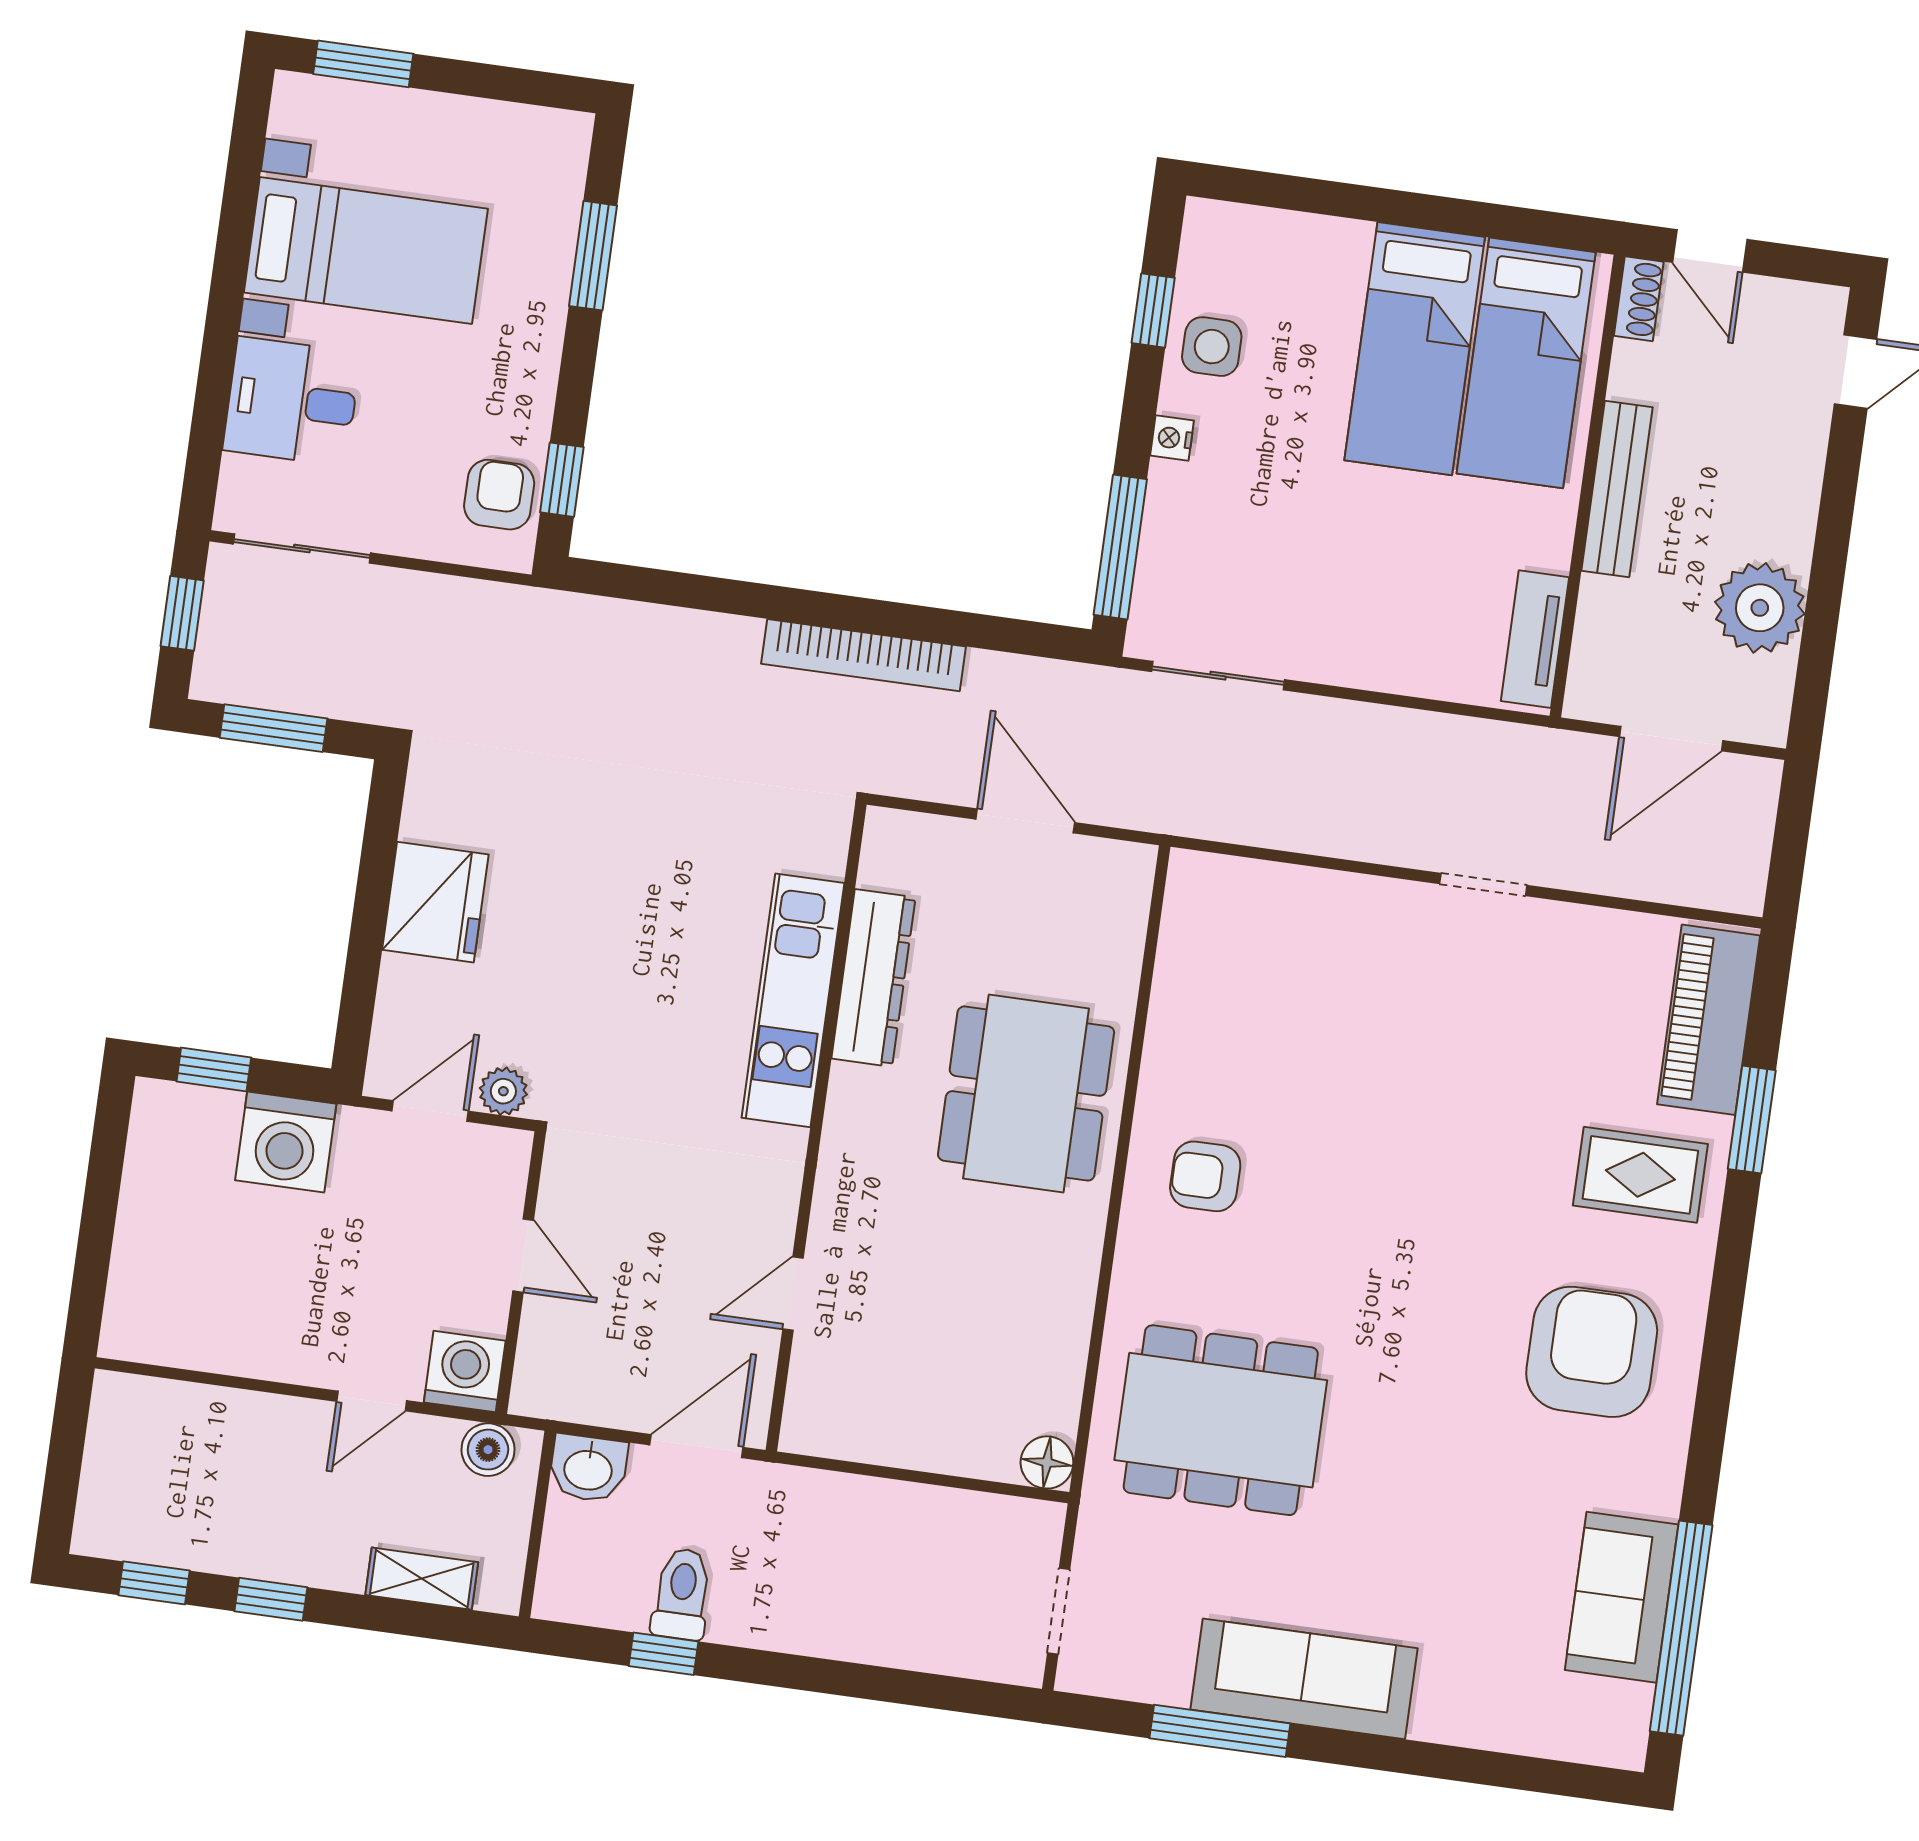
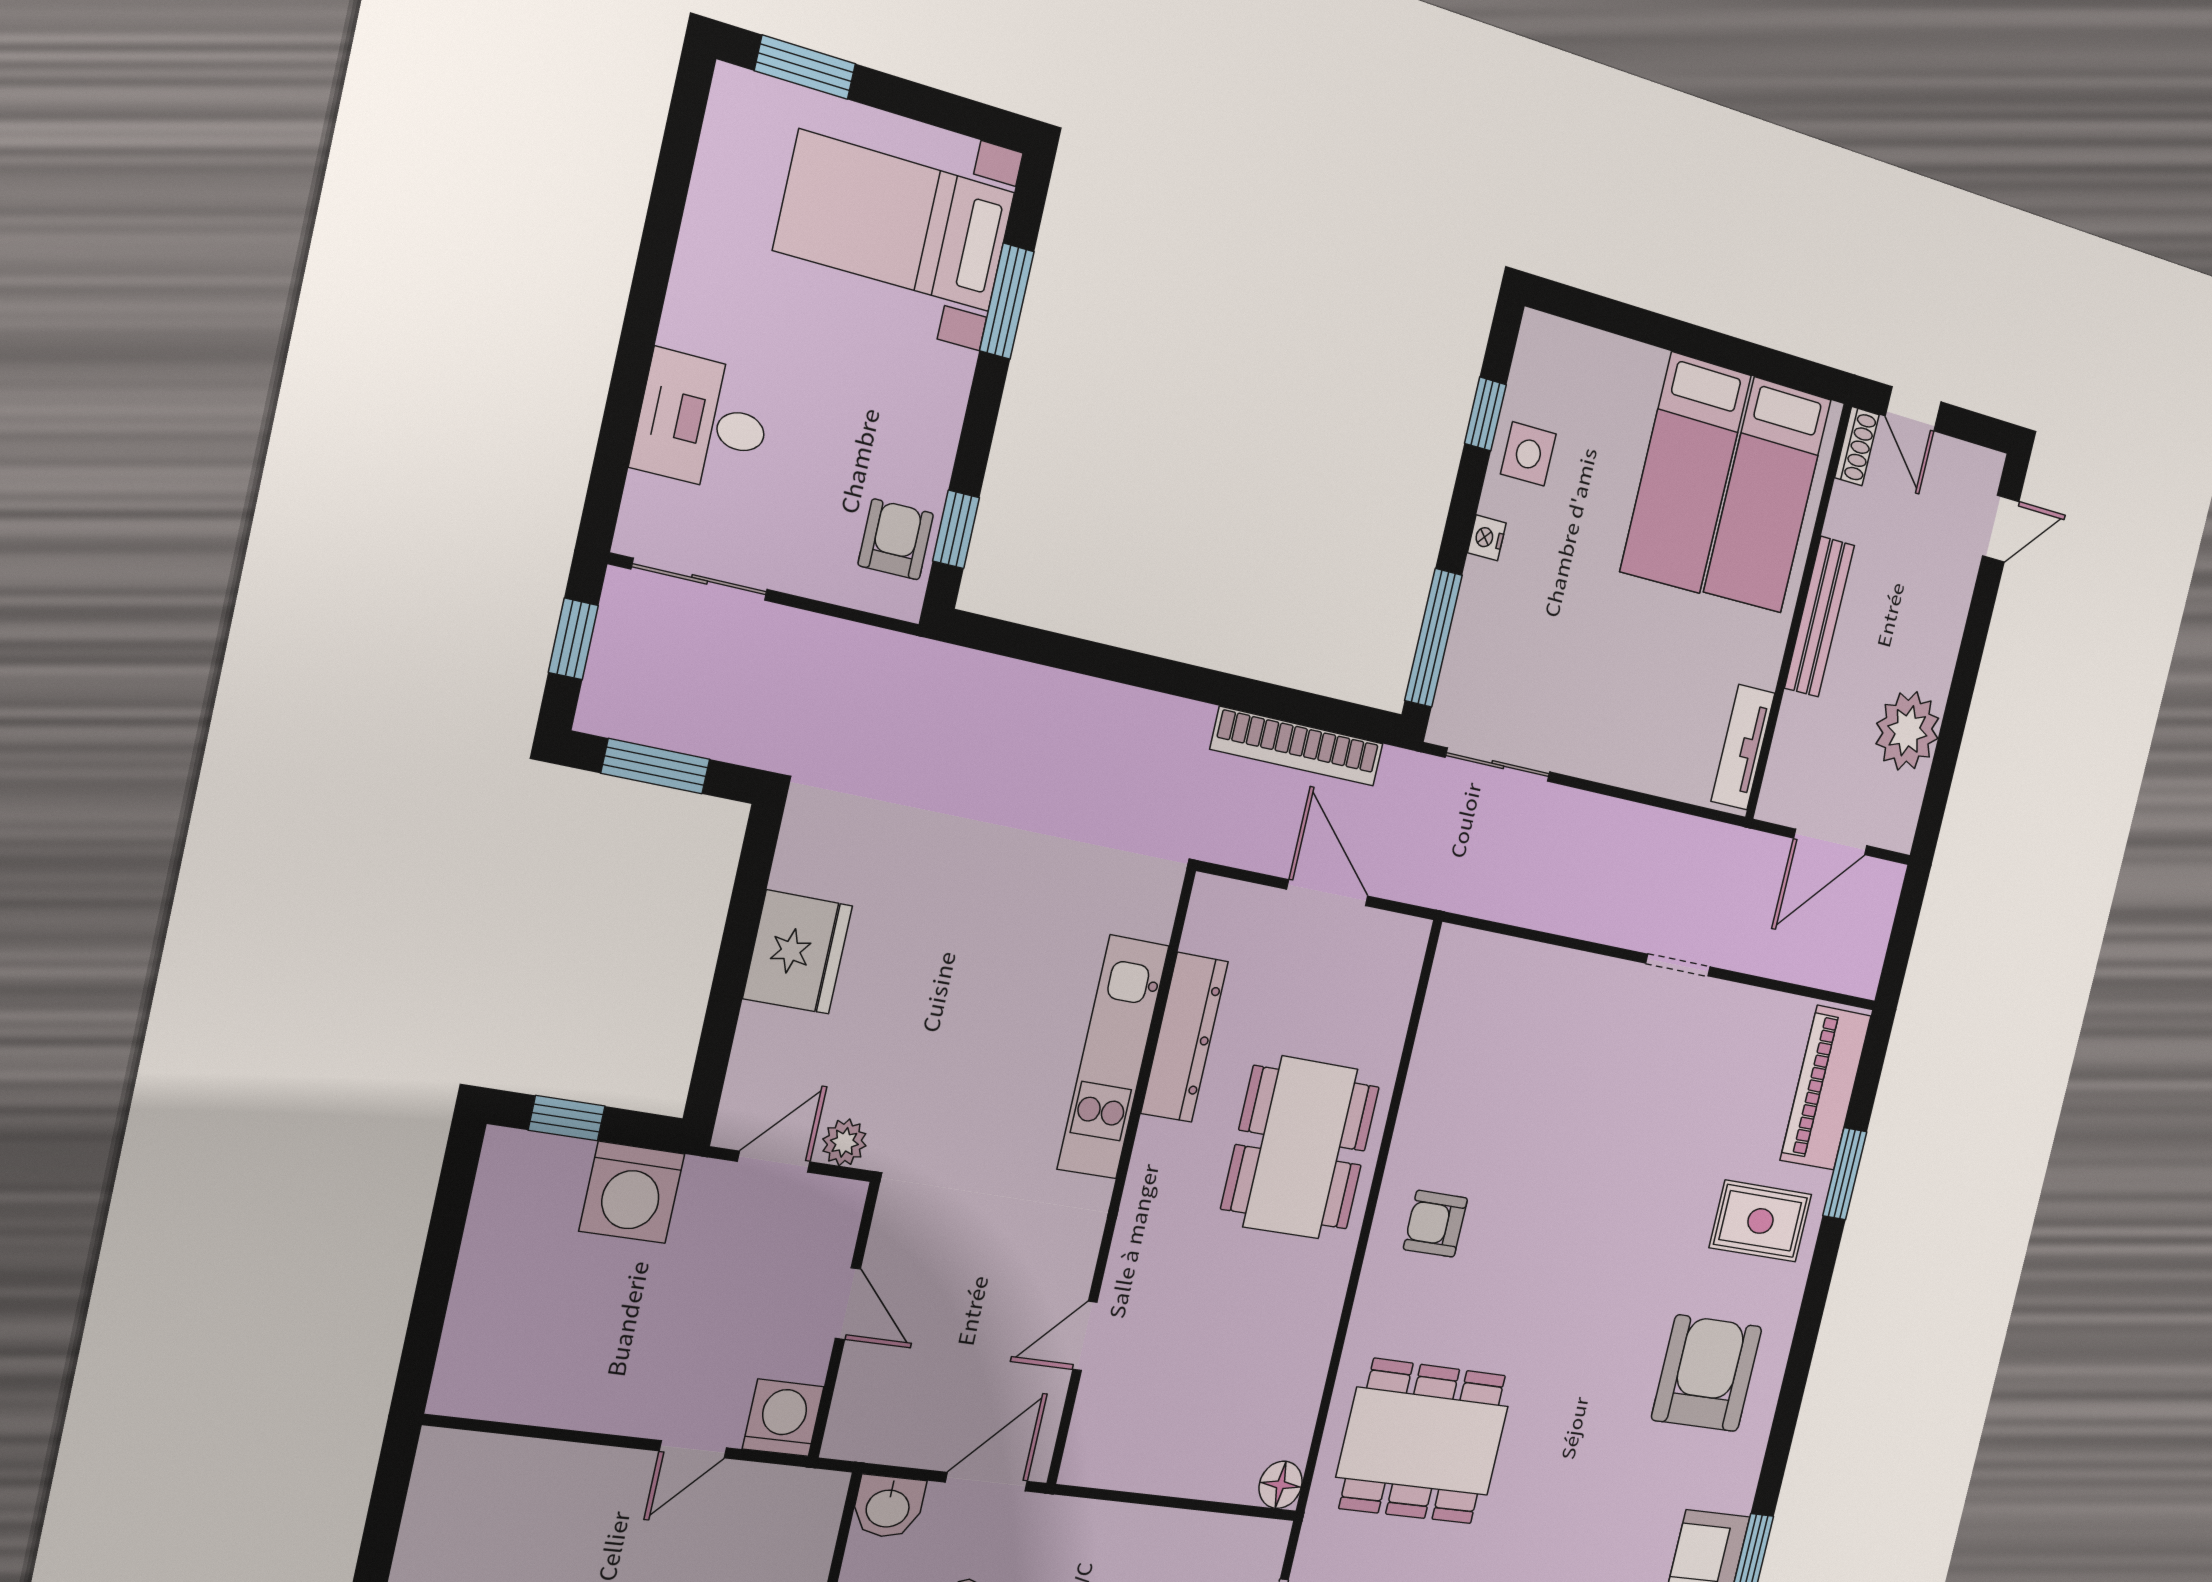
bed with nightstands: (366, 251) -> (895, 221), moved, turned 180
bookcase: (863, 655) -> (1297, 746), moved
boiler: (488, 1450) -> (798, 1493), removed

